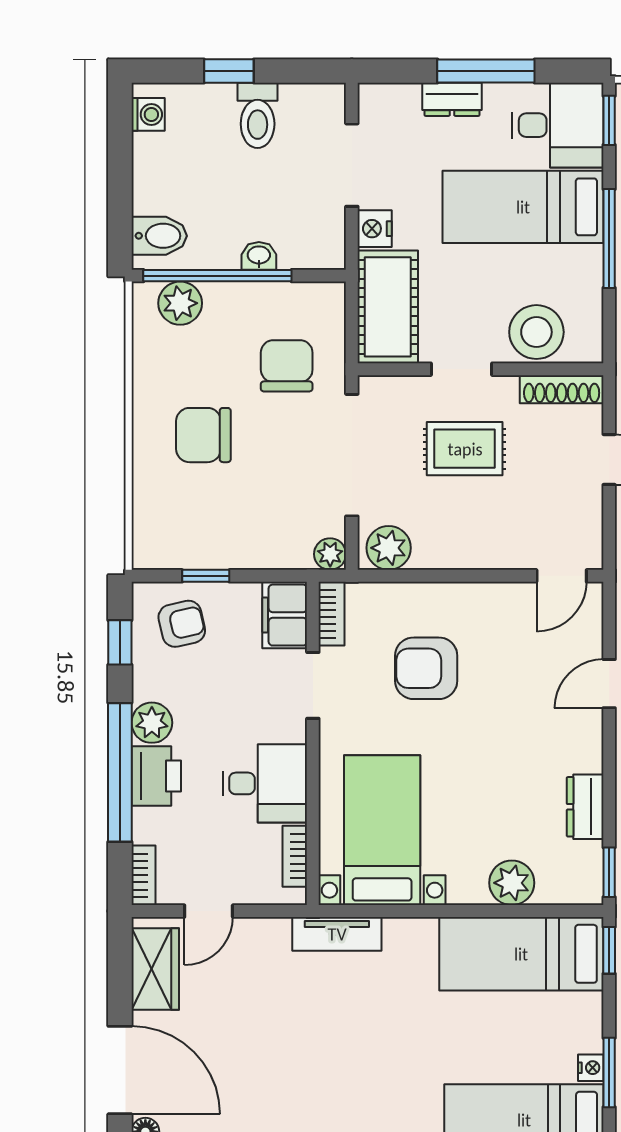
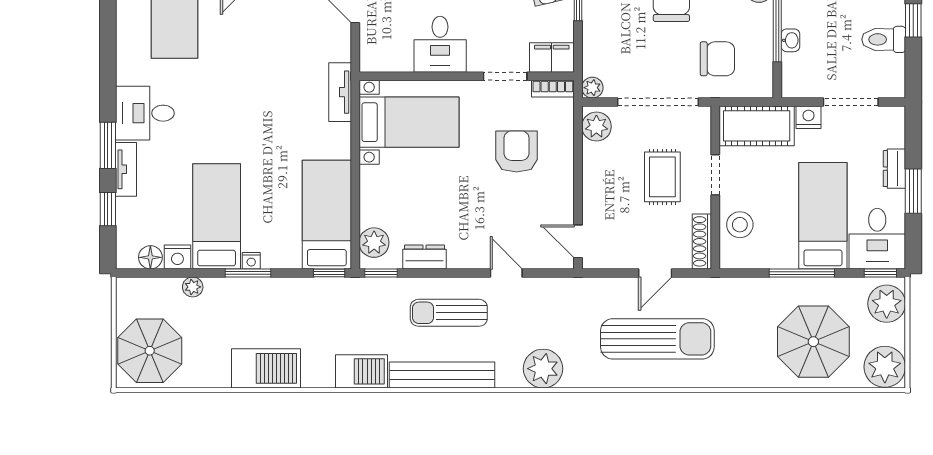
window: (486, 71) -> (913, 191), width x0.69
stool: (536, 332) -> (740, 225), width x0.73, depth x0.73
bookcase: (295, 856) -> (392, 64), removed
plant: (512, 883) -> (374, 243), moved

